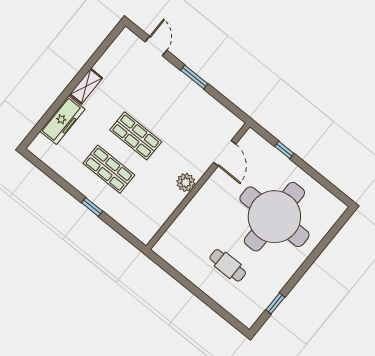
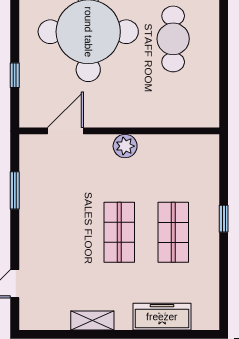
window: (194, 77) -> (15, 190), moved
shelving: (86, 86) -> (92, 320), moved
cafe table: (228, 265) -> (173, 39), width x1.37, depth x1.35

